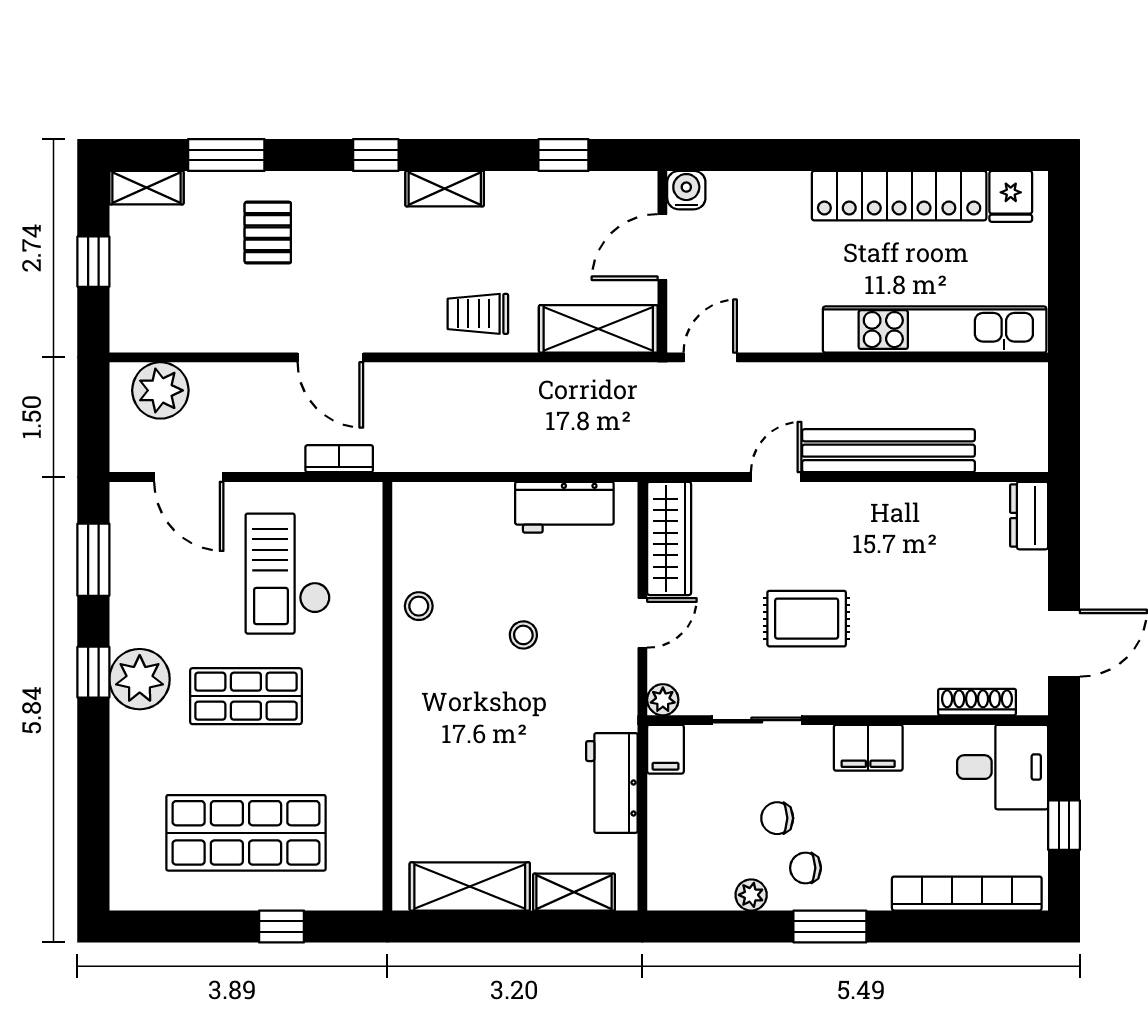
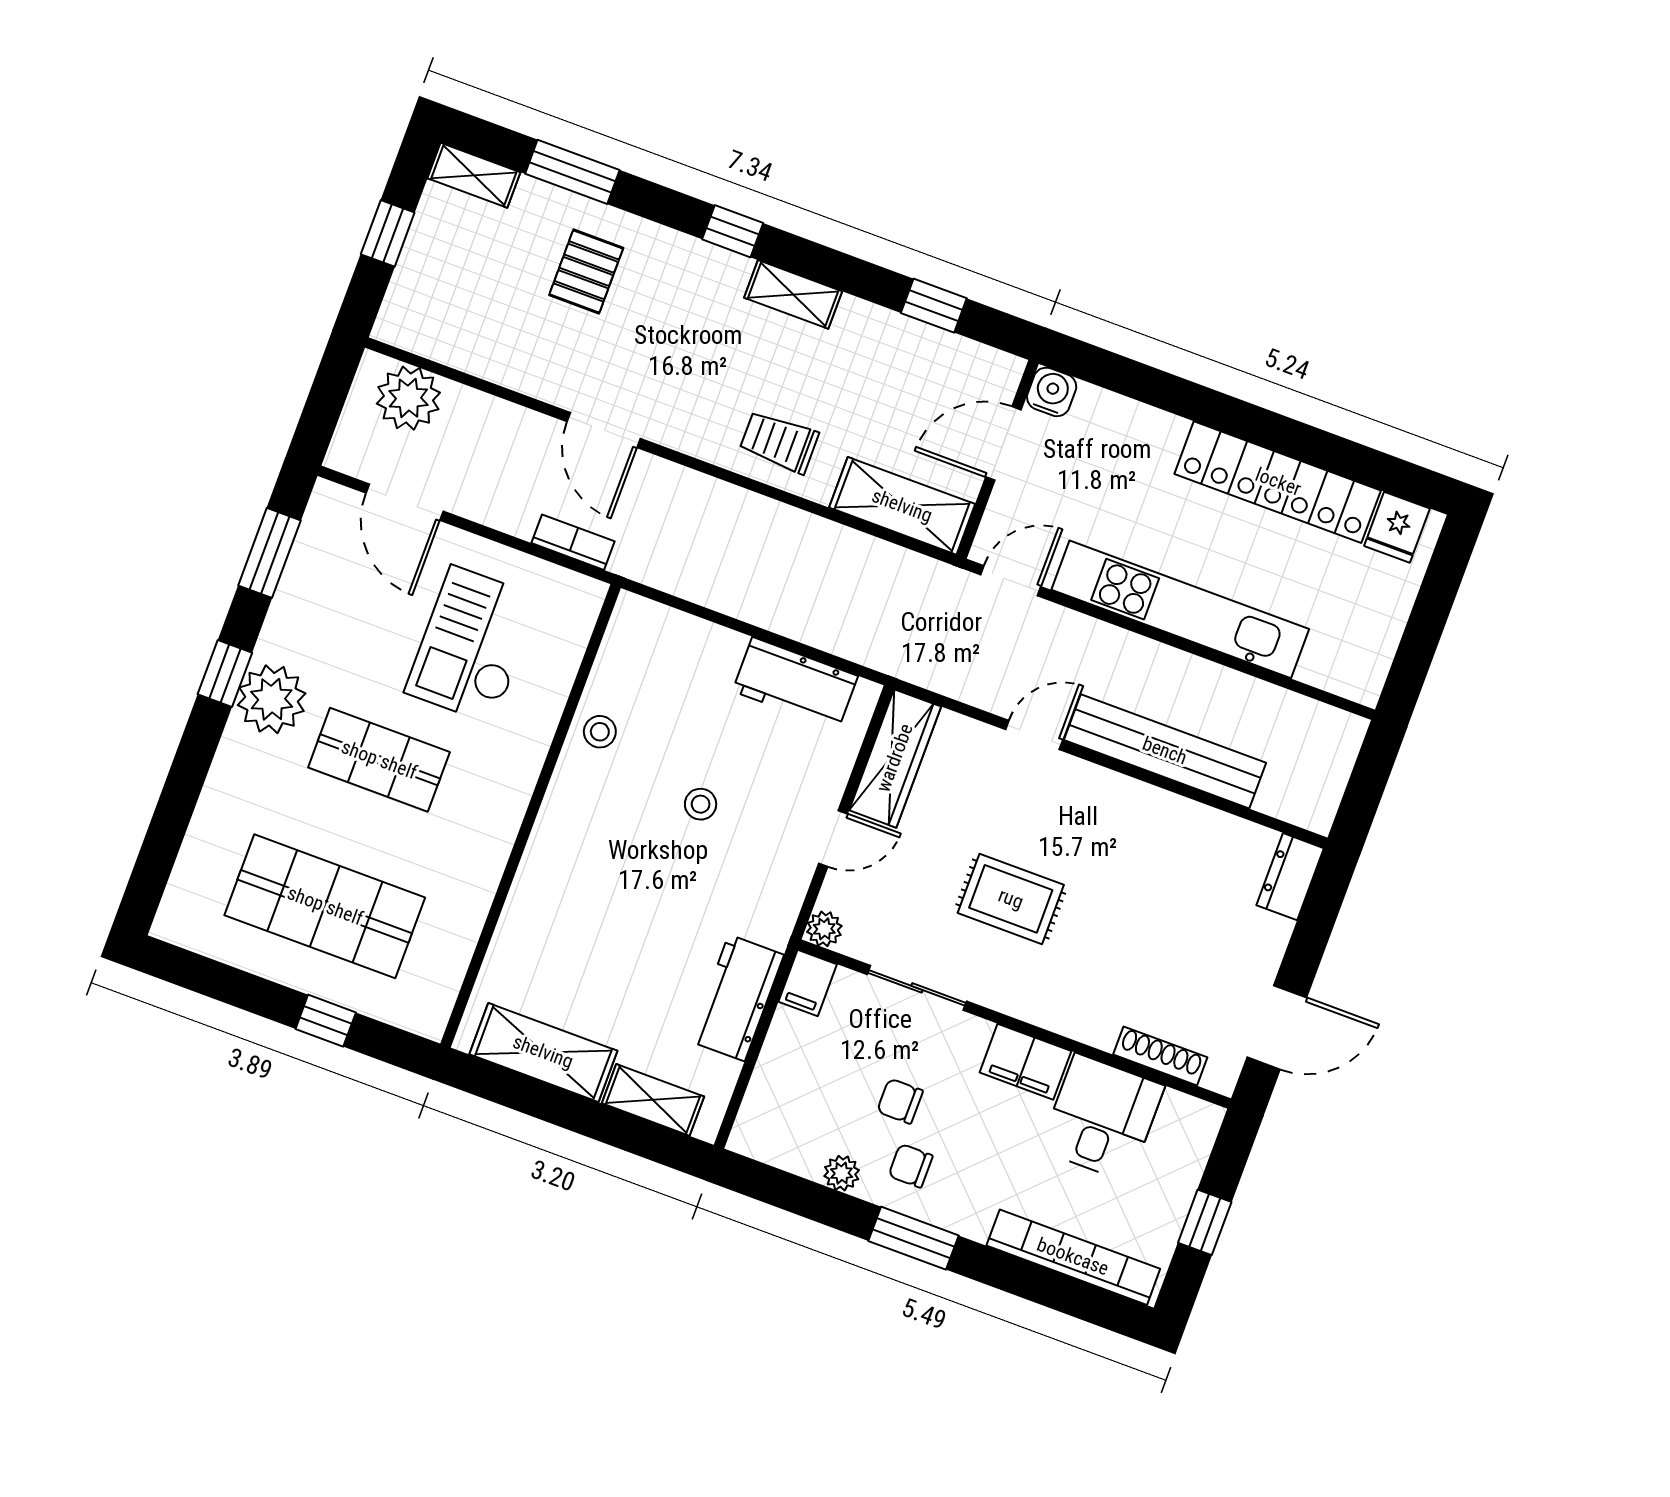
kitchen unit: (935, 330) -> (1180, 609), moved
desk: (1003, 767) -> (1102, 1118), moved, turned -90

